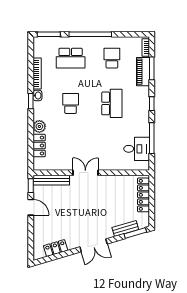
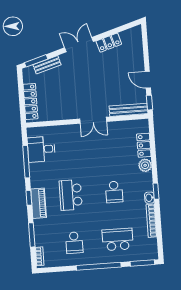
piano: (143, 72) -> (39, 203), moved
locker: (56, 248) -> (109, 43), moved

